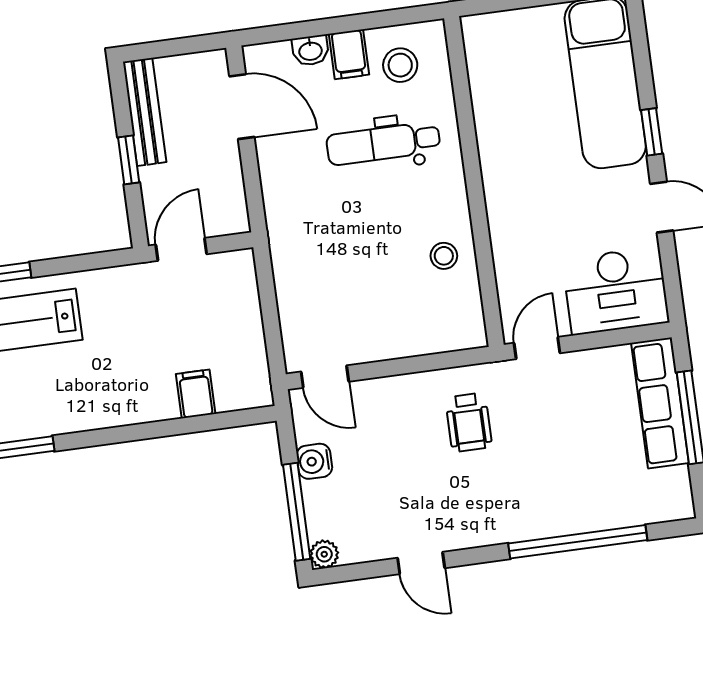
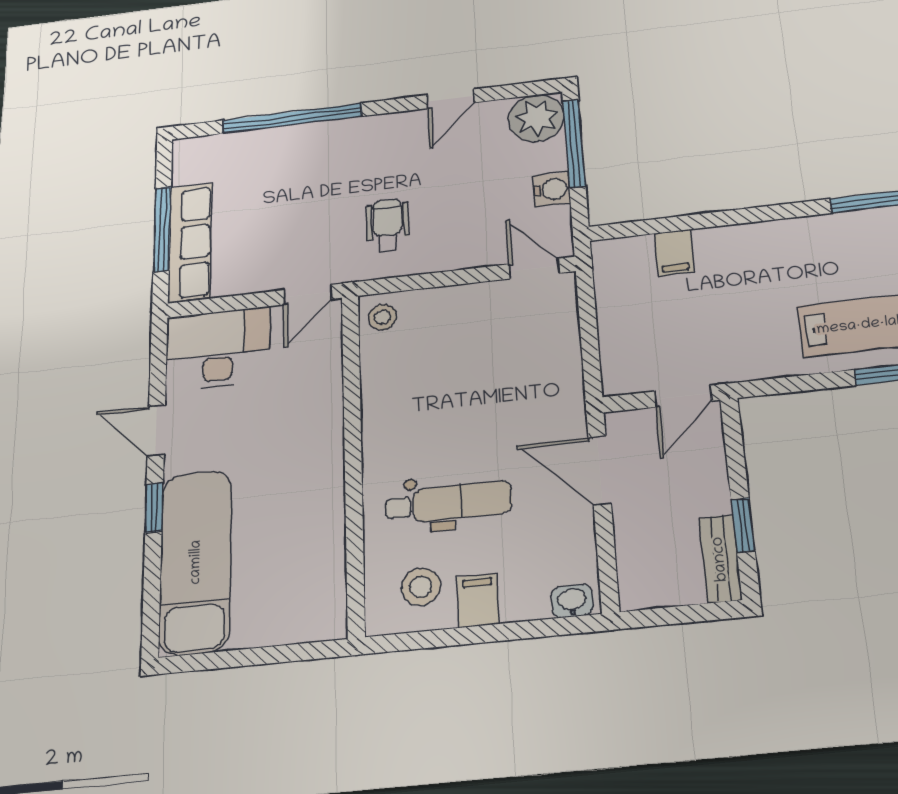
washbasin: (310, 50) -> (572, 601), moved
door: (242, 107) -> (600, 470), moved
bench: (145, 112) -> (720, 559), width x0.73
window: (129, 160) -> (743, 525), moved
stool: (444, 256) -> (382, 317), moved
plant: (324, 554) -> (537, 118), width x1.87, depth x1.87
door: (421, 563) -> (451, 99), swing flipped

